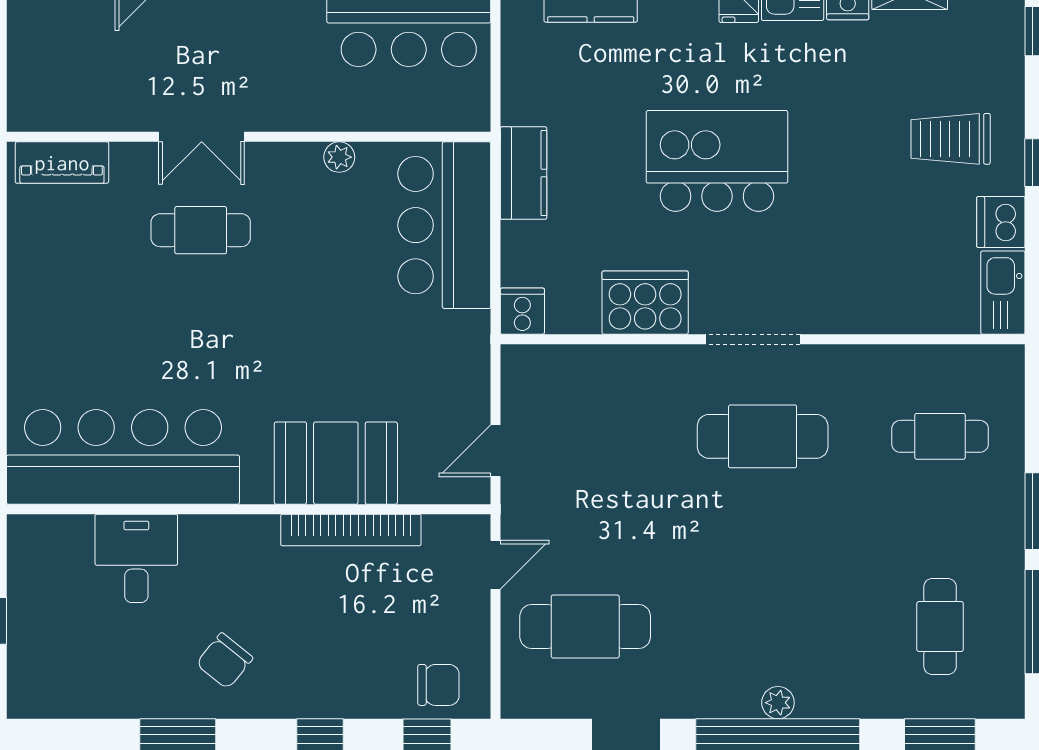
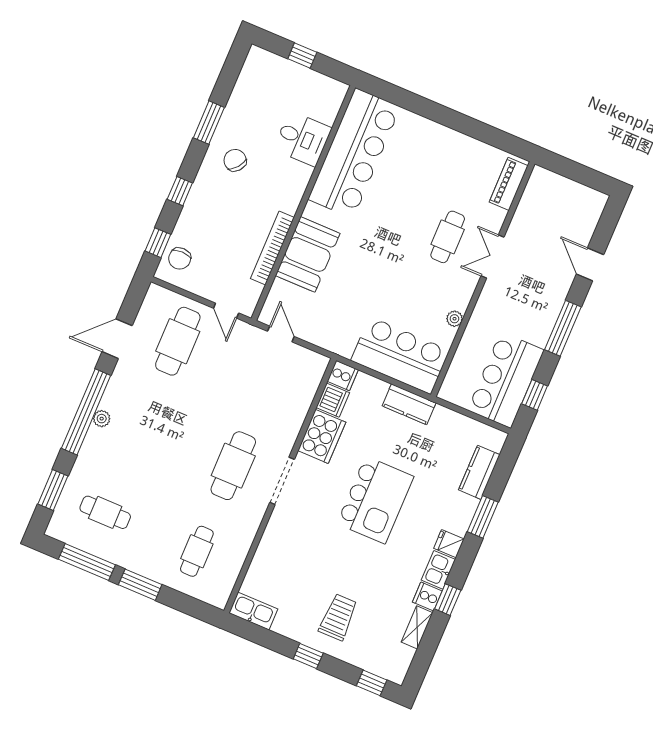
dishwasher: (1001, 222) -> (333, 400), moved, turned 90

